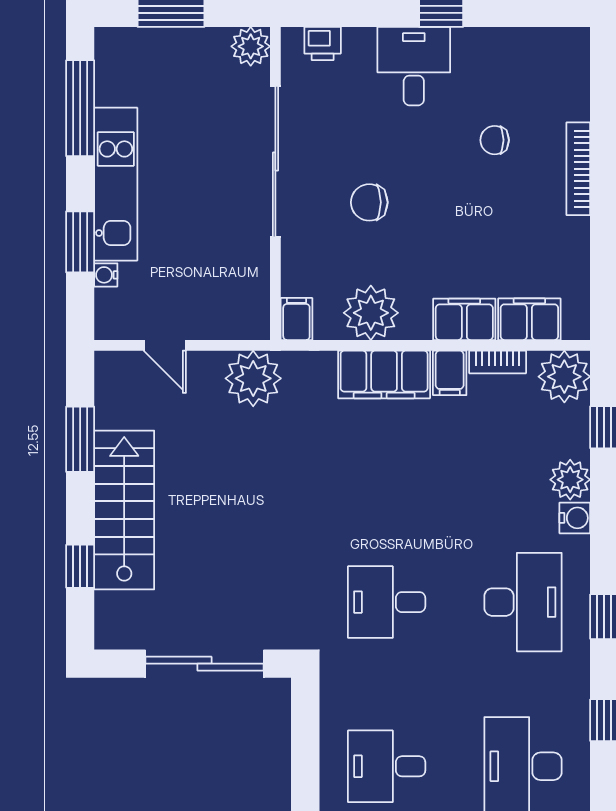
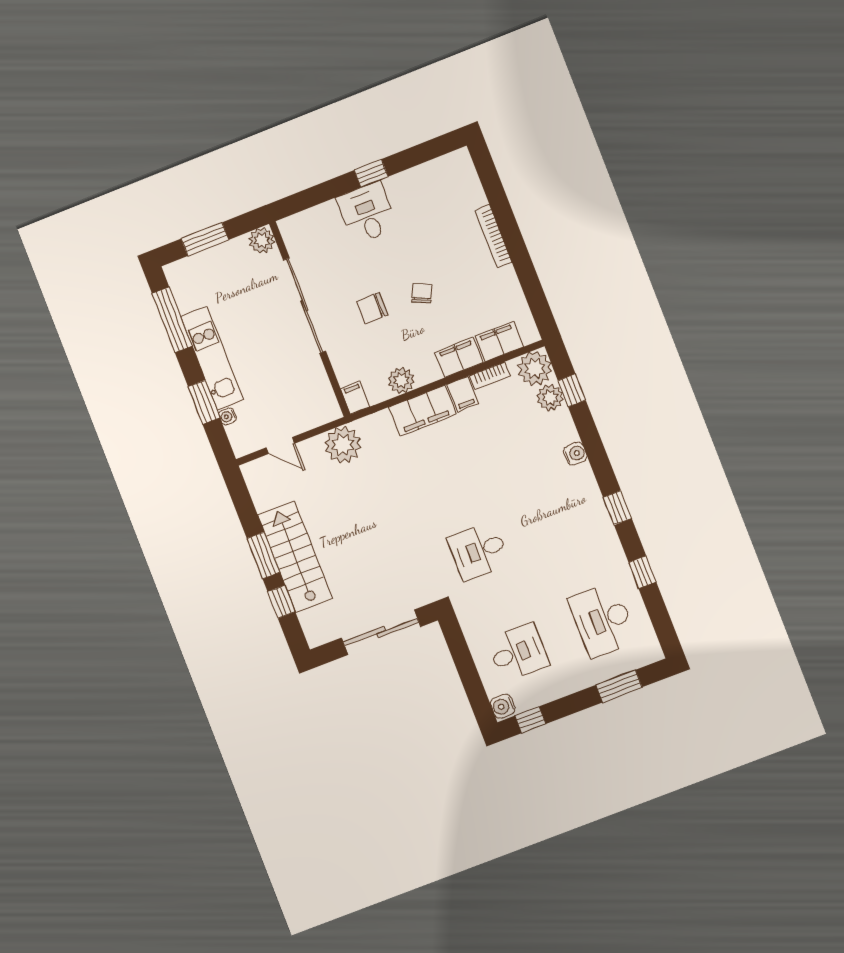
printer: (323, 44) -> (305, 221), removed
chair: (495, 140) -> (422, 293), moved, turned 115
plant: (371, 313) -> (401, 380), width x0.73, depth x0.73
window: (80, 439) -> (263, 555), moved
plant: (570, 480) -> (550, 397), moved
desk: (523, 602) -> (563, 518), removed
desk: (387, 766) -> (518, 652), turned 180

